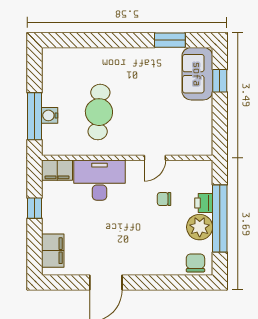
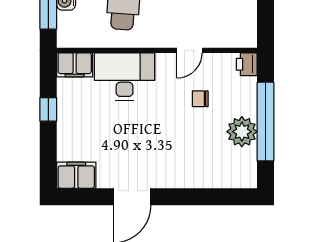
printer: (204, 203) -> (247, 64), moved
filing cabinet: (53, 251) -> (76, 175), moved, turned -90
chair: (195, 263) -> (237, 174), removed

